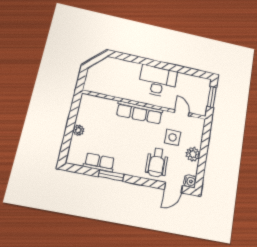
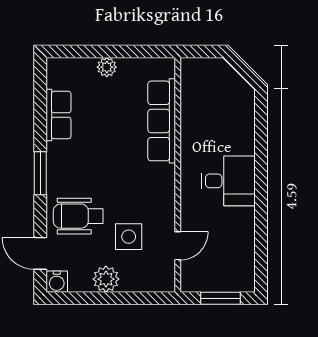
desk: (158, 81) -> (228, 181), width x0.73
row of seats: (140, 112) -> (162, 121), moved
window: (111, 176) -> (40, 173), moved

